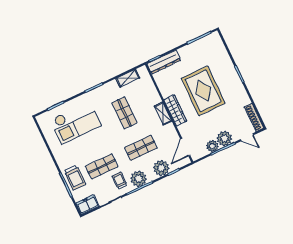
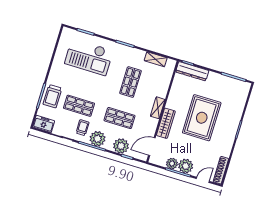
wardrobe: (175, 110) -> (166, 123), moved
door: (247, 137) -> (203, 180), swing flipped

